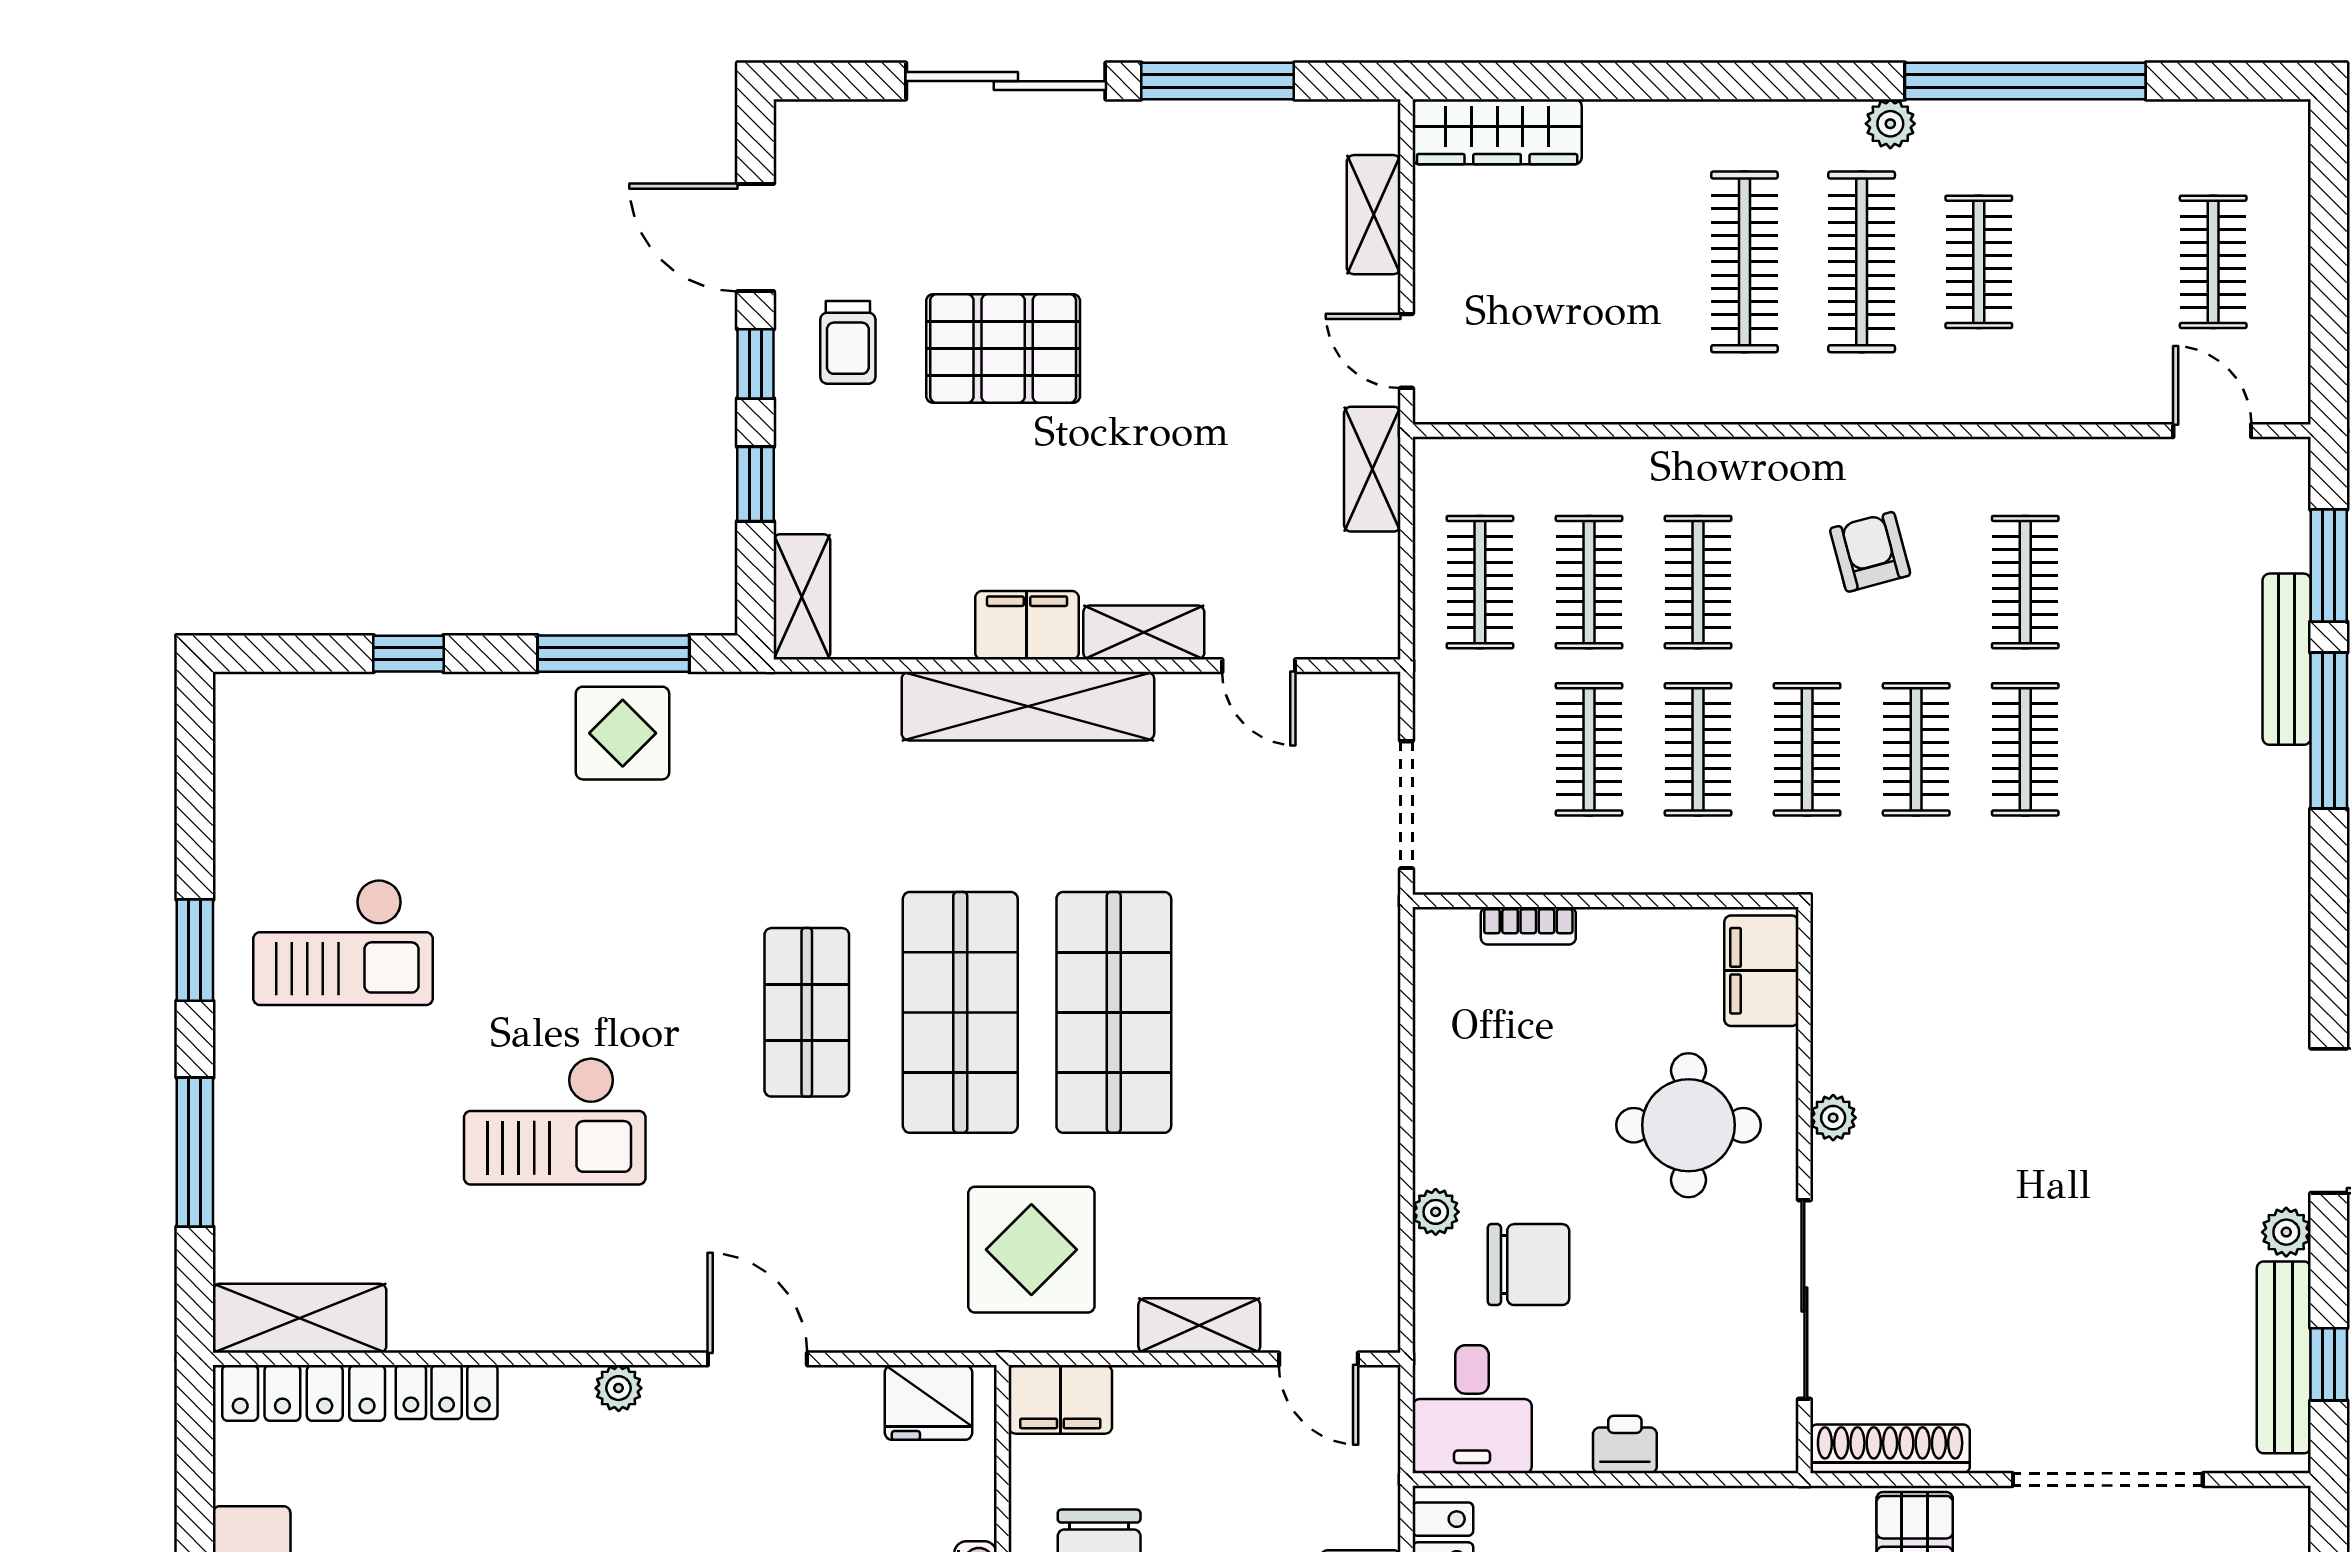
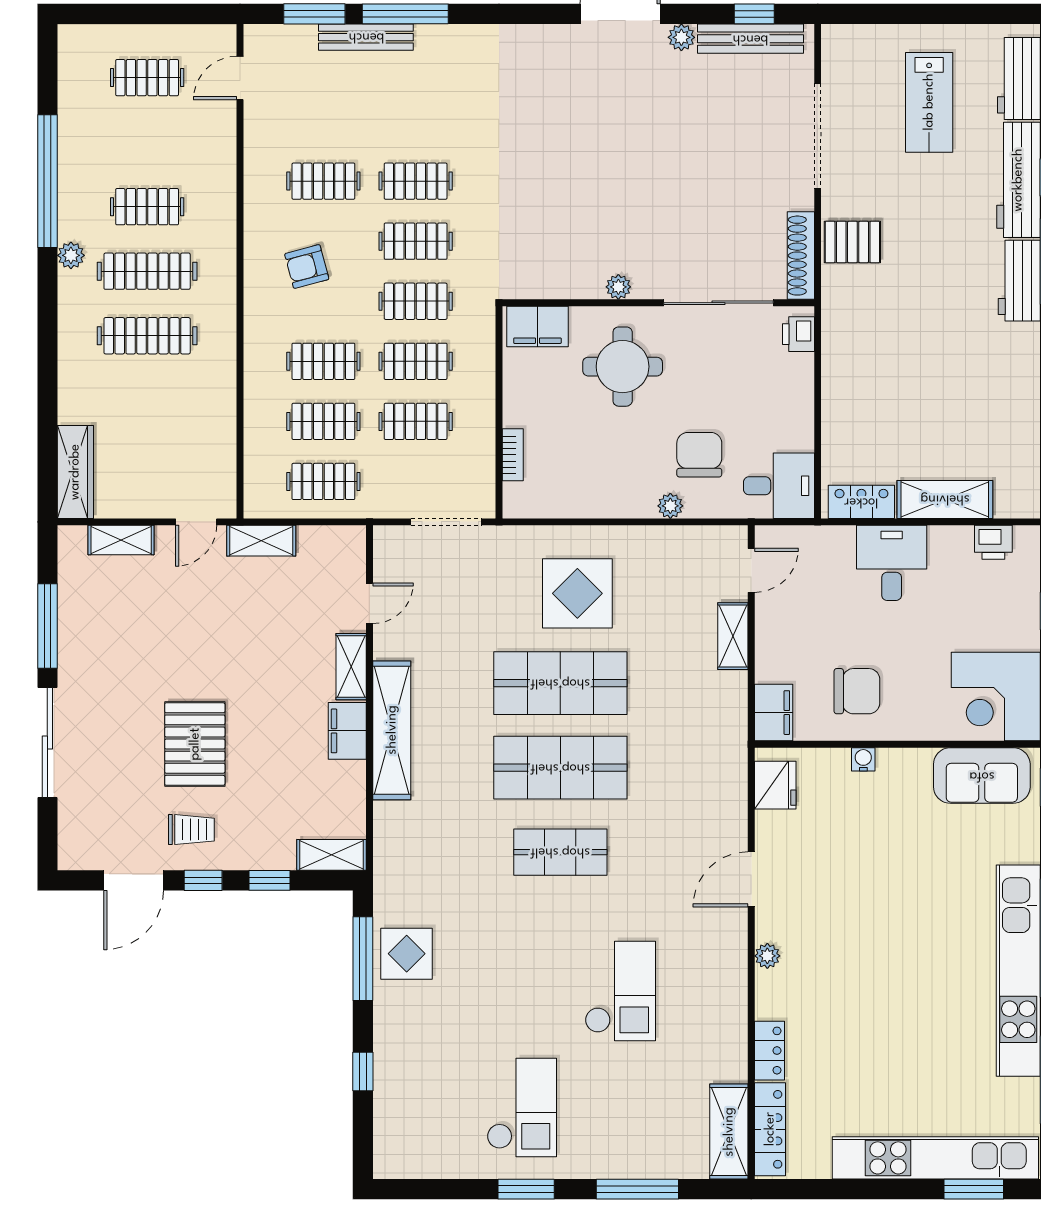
display table: (1031, 1250) -> (577, 593), moved
printer: (1625, 1445) -> (798, 334), moved

